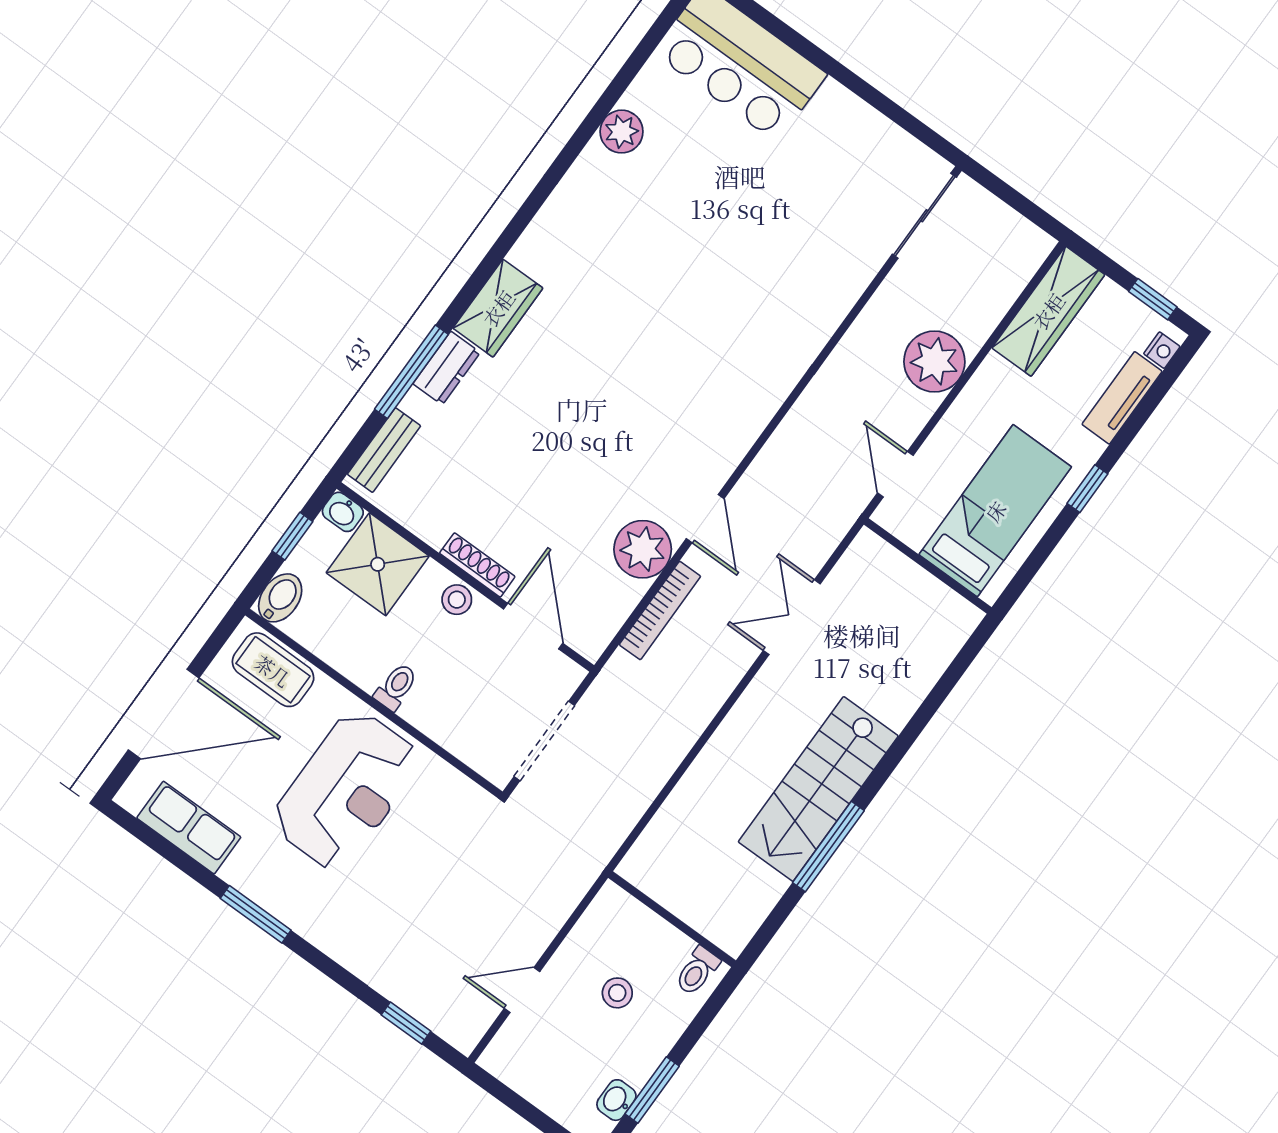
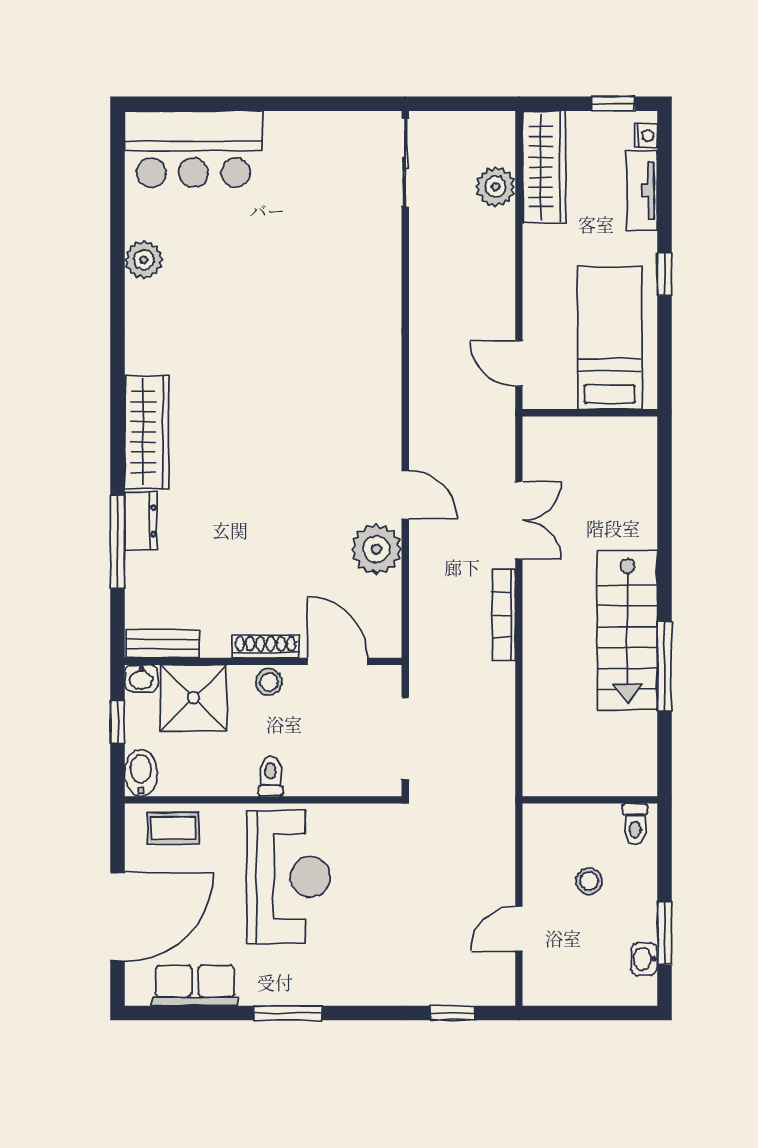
wardrobe: (498, 308) -> (147, 432), width x1.50
plant: (934, 361) -> (496, 187), moved, width x0.73, depth x0.73
bench: (384, 450) -> (163, 644), moved, turned 90
bookcase: (660, 610) -> (504, 615), moved, turned 180
double door: (792, 617) -> (519, 520), swing flipped
coffee table: (273, 670) -> (173, 828), width x0.73, depth x0.77

